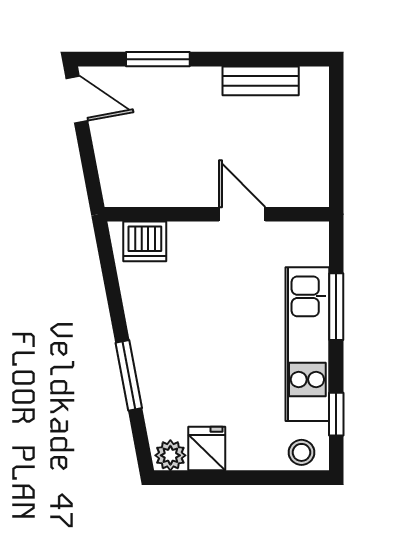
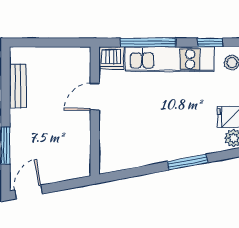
dishwasher: (145, 241) -> (111, 58), moved, turned 90
window: (336, 307) -> (148, 43), width x1.44

